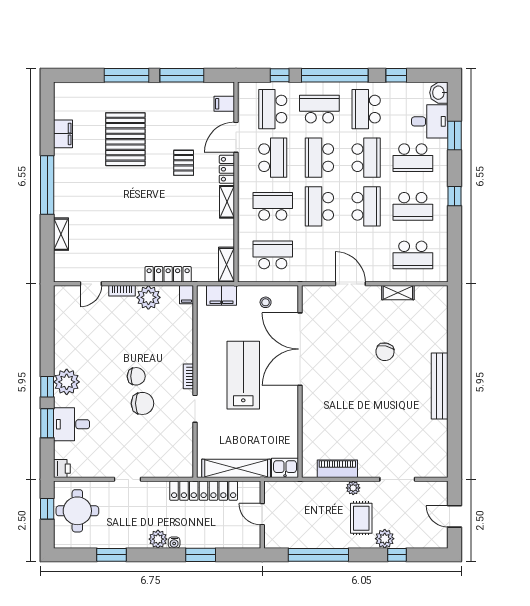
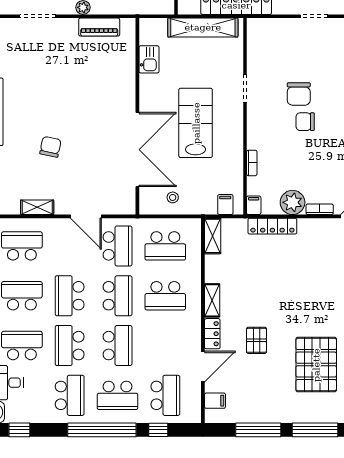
window: (396, 75) -> (19, 430), moved
school desk: (273, 158) -> (117, 246), moved, turned 180
filing cabinet: (222, 295) -> (225, 205), width x0.50
lab bench: (243, 375) -> (196, 123), turned 180
bookcase: (188, 376) -> (252, 163), moved
chair: (142, 403) -> (299, 94), turned -90
kitchen sink: (285, 468) -> (149, 59), moved, turned -90

